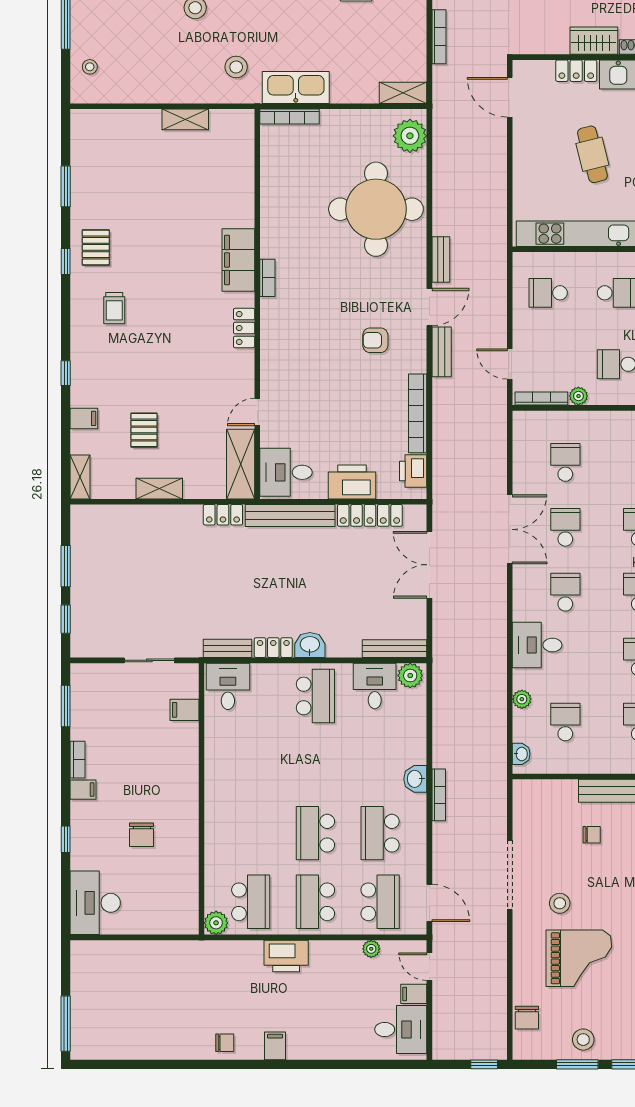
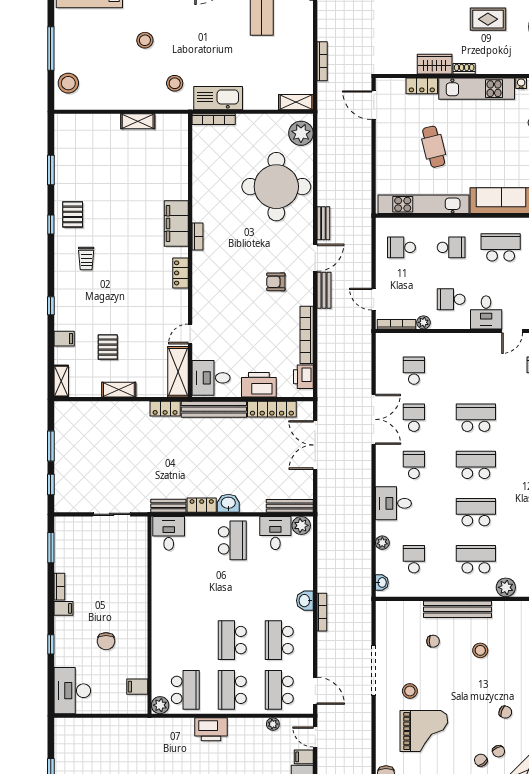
stool: (90, 67) -> (68, 83), width x1.89, depth x1.89
filing cabinet: (185, 710) -> (137, 687), moved
school desk: (380, 902) -> (279, 690), turned 180

